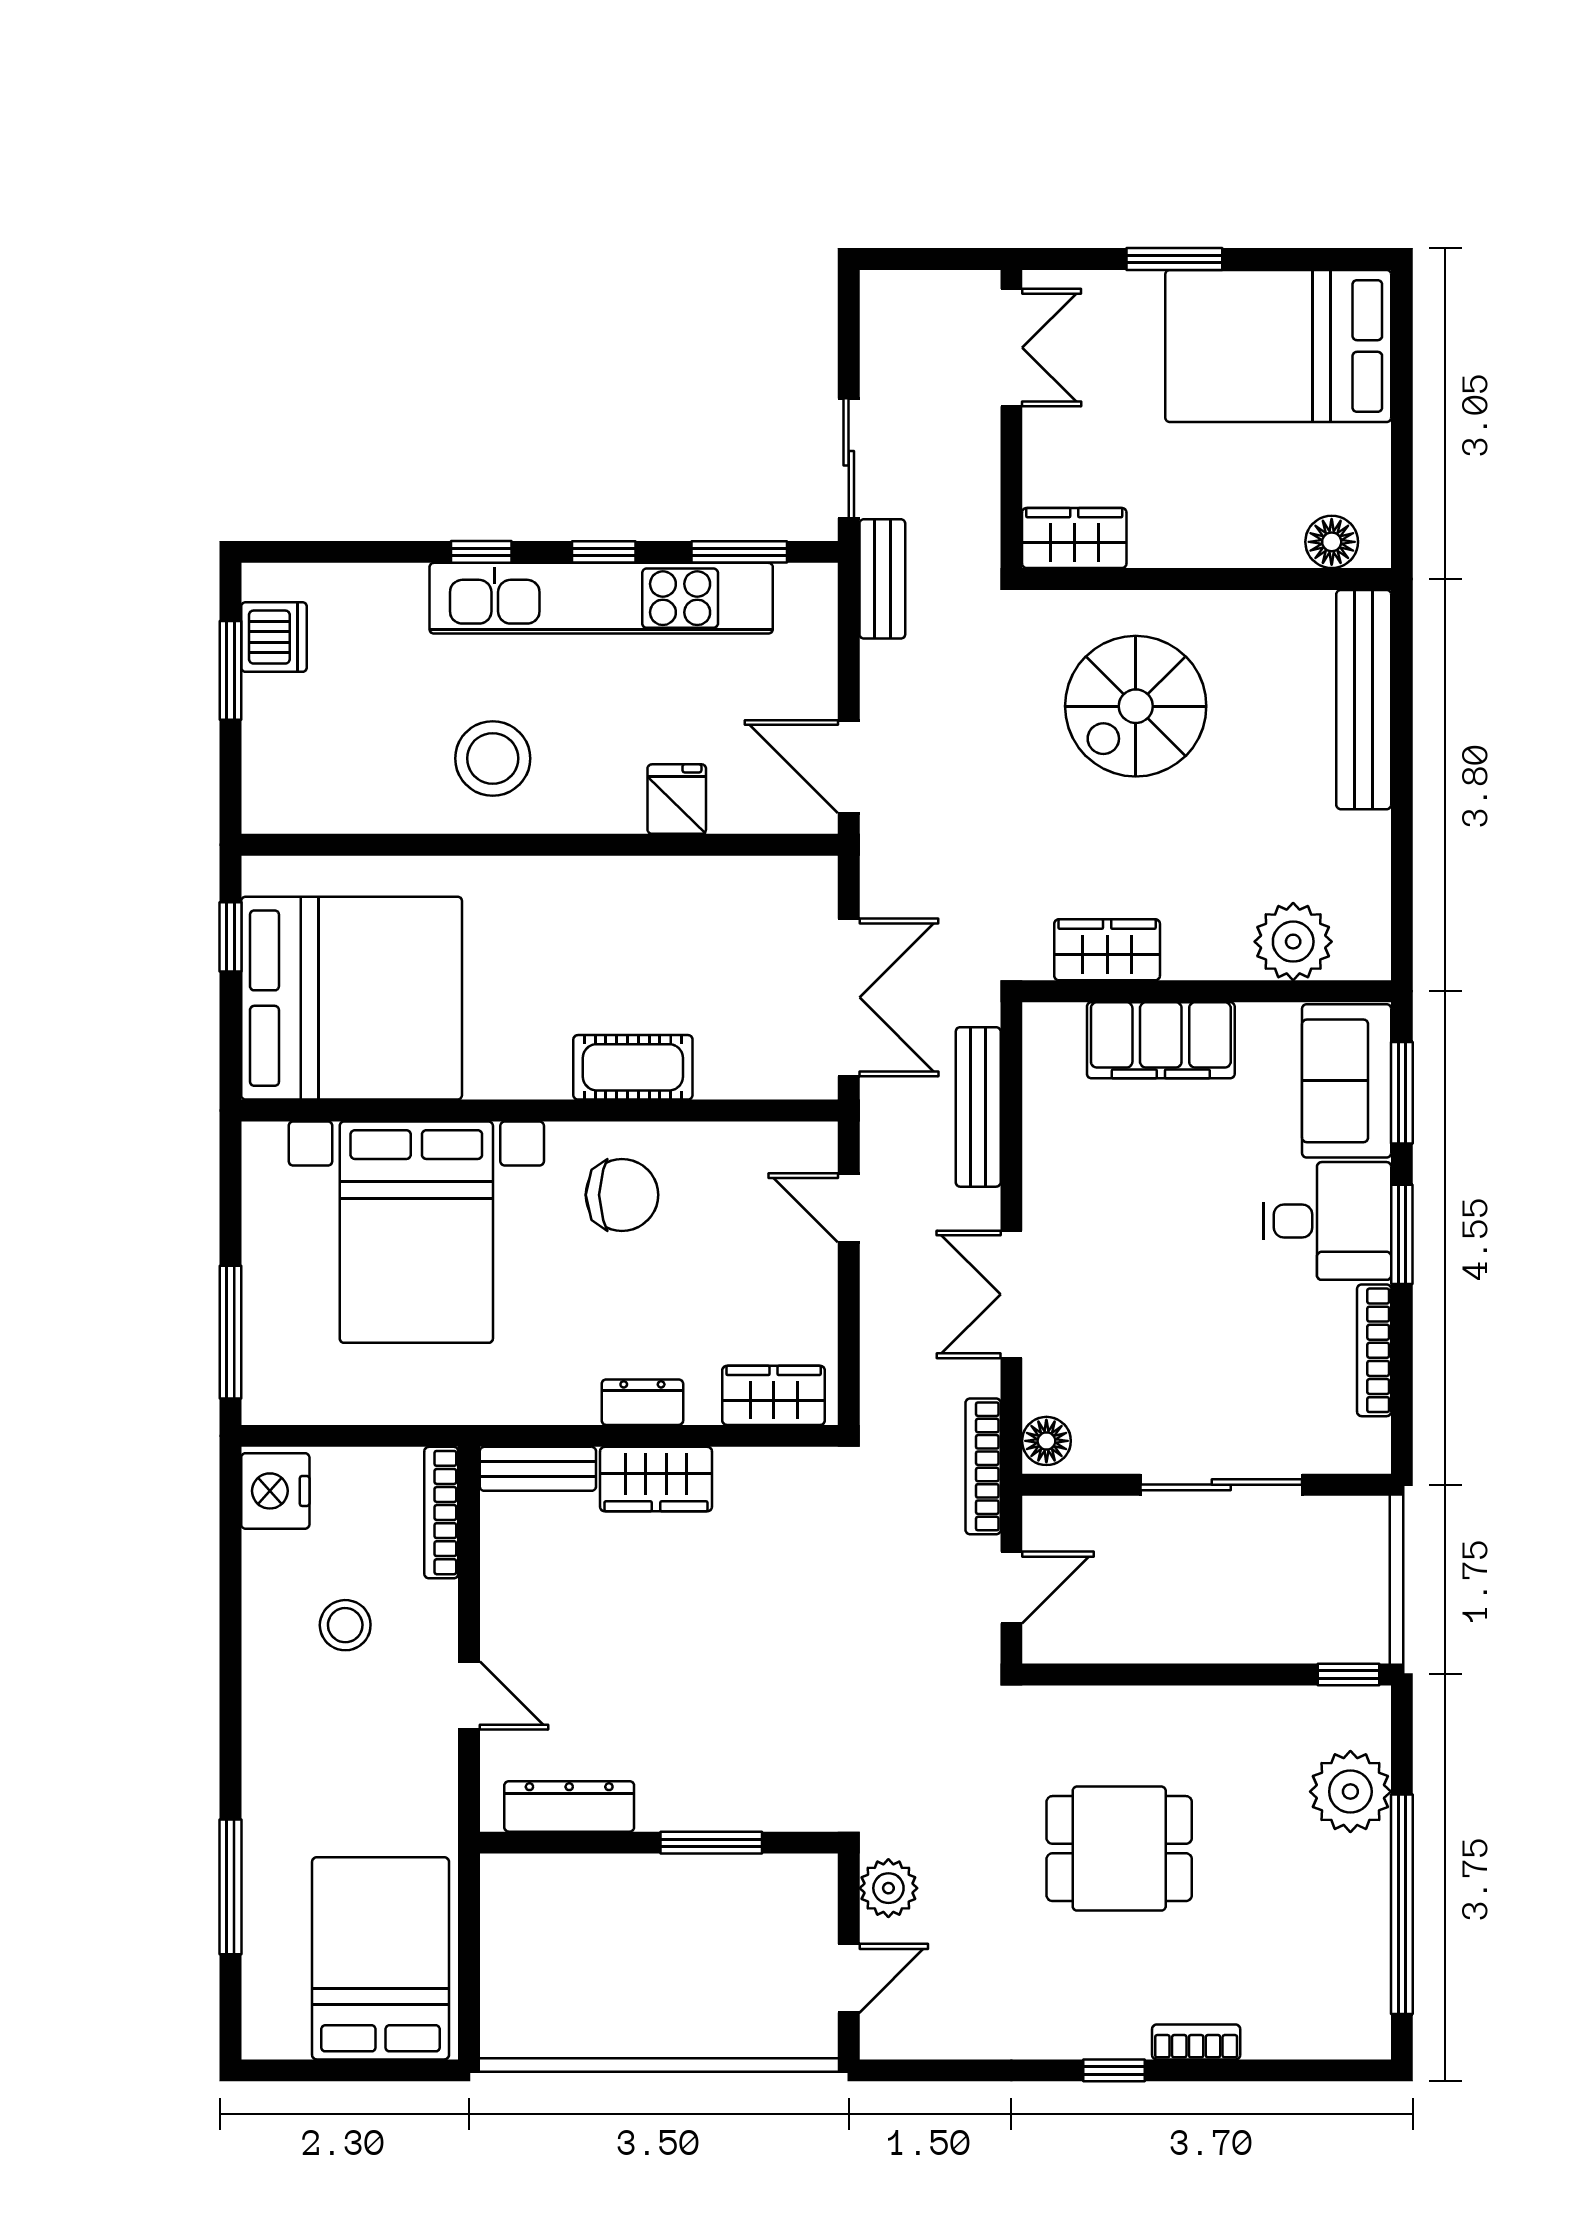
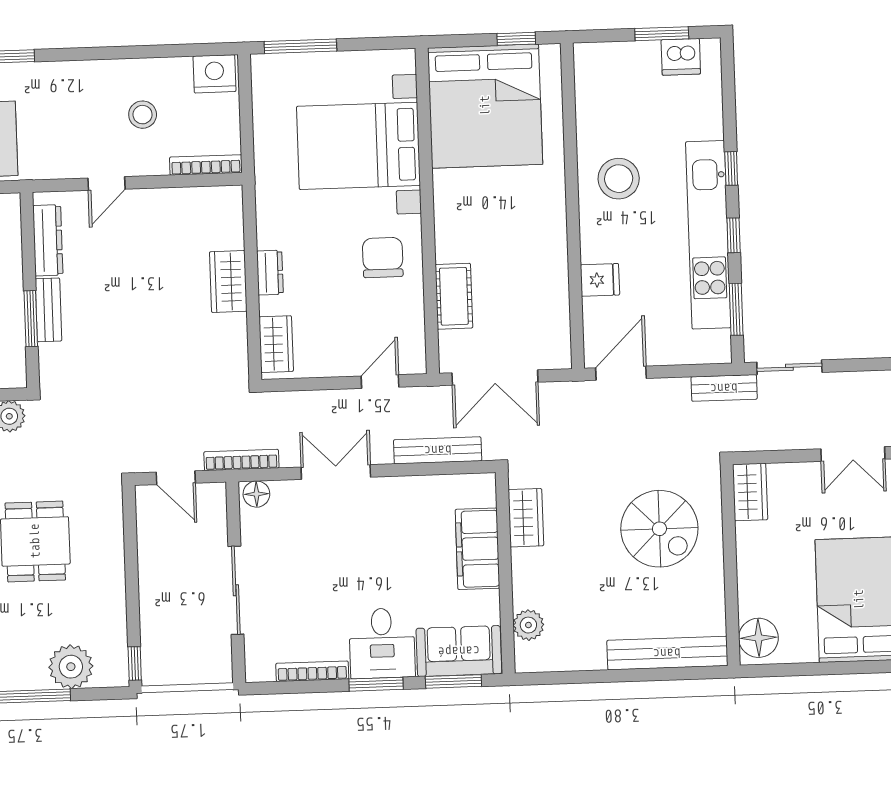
floor lamp: (1332, 542) -> (758, 638), width x1.38, depth x1.38
spiral stairs: (1136, 706) -> (659, 529), turned 180
plant: (1293, 942) -> (528, 625), width x0.73, depth x0.73
cot: (633, 1067) -> (454, 296), moved
chair: (622, 1195) -> (383, 257), turned 180
bench: (538, 1469) -> (48, 310), moved

